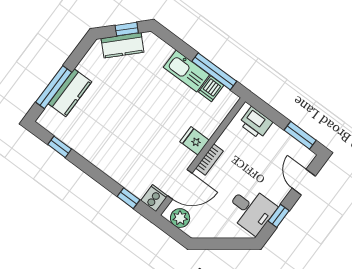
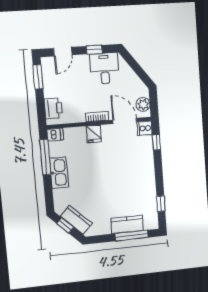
dishwasher: (211, 89) -> (55, 135), moved

